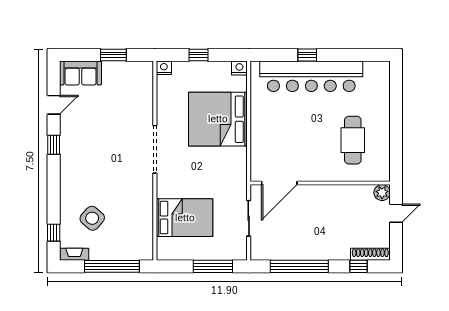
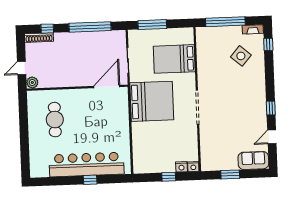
nightstand: (239, 68) -> (181, 167), moved
bed: (218, 119) -> (152, 101), moved

